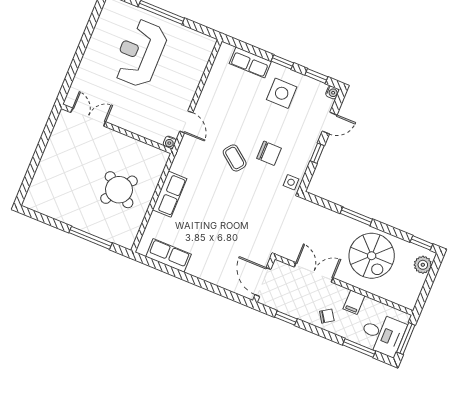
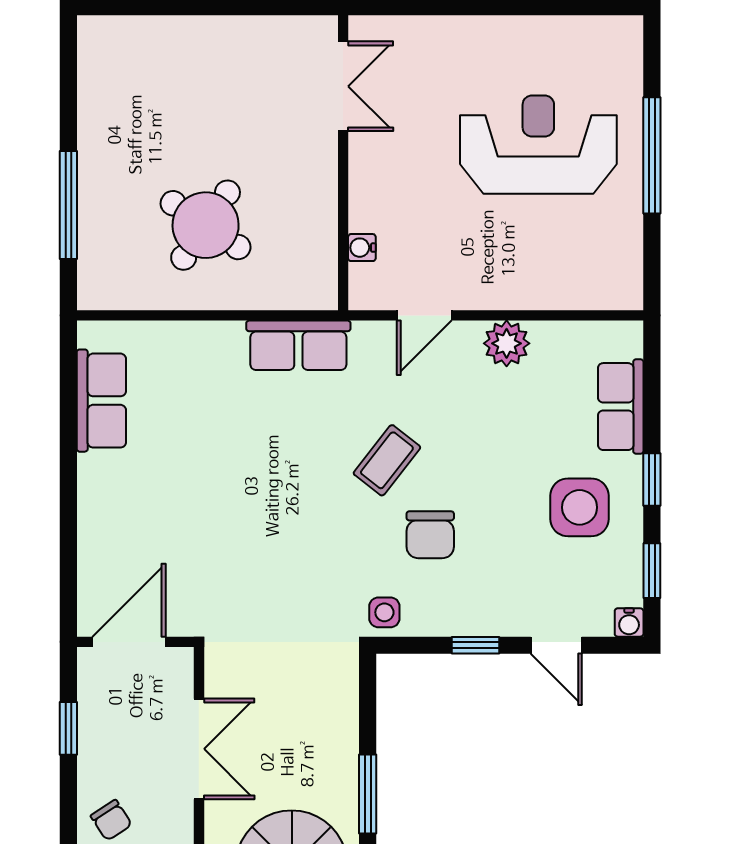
plant: (209, 95) -> (507, 343), added
water cooler: (170, 142) -> (362, 248), moved
row of seats: (170, 194) -> (298, 345), moved

